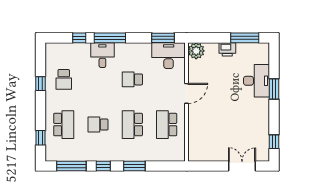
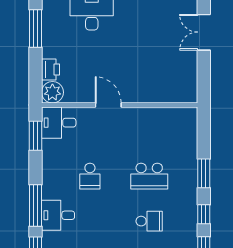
printer: (227, 49) -> (50, 69), moved
desk: (169, 56) -> (59, 123), width x0.73
school desk: (98, 125) -> (149, 221), turned -90
school desk: (167, 125) -> (149, 131), removed

